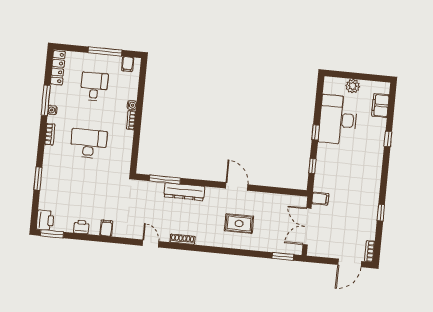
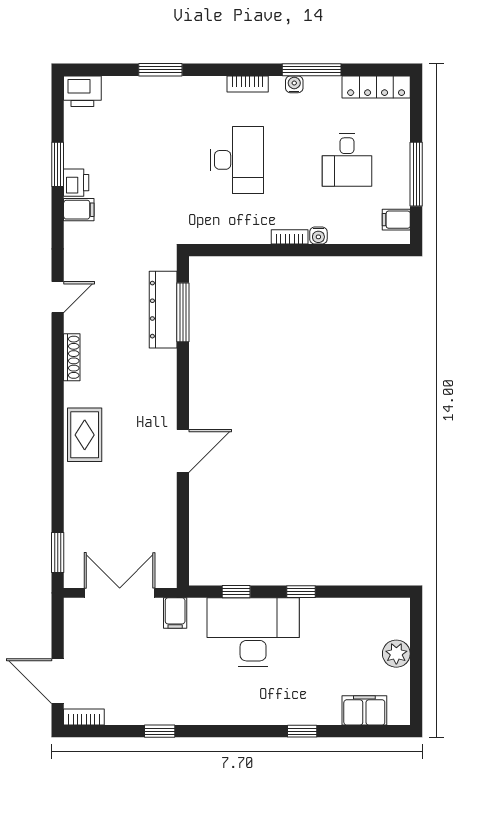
desk: (94, 87) -> (347, 160), turned 90
desk: (338, 120) -> (253, 632), moved
dresser: (184, 192) -> (163, 310), moved
rug: (239, 224) -> (85, 435), moved
printer: (81, 227) -> (76, 183), moved
window: (52, 234) -> (58, 164), moved

